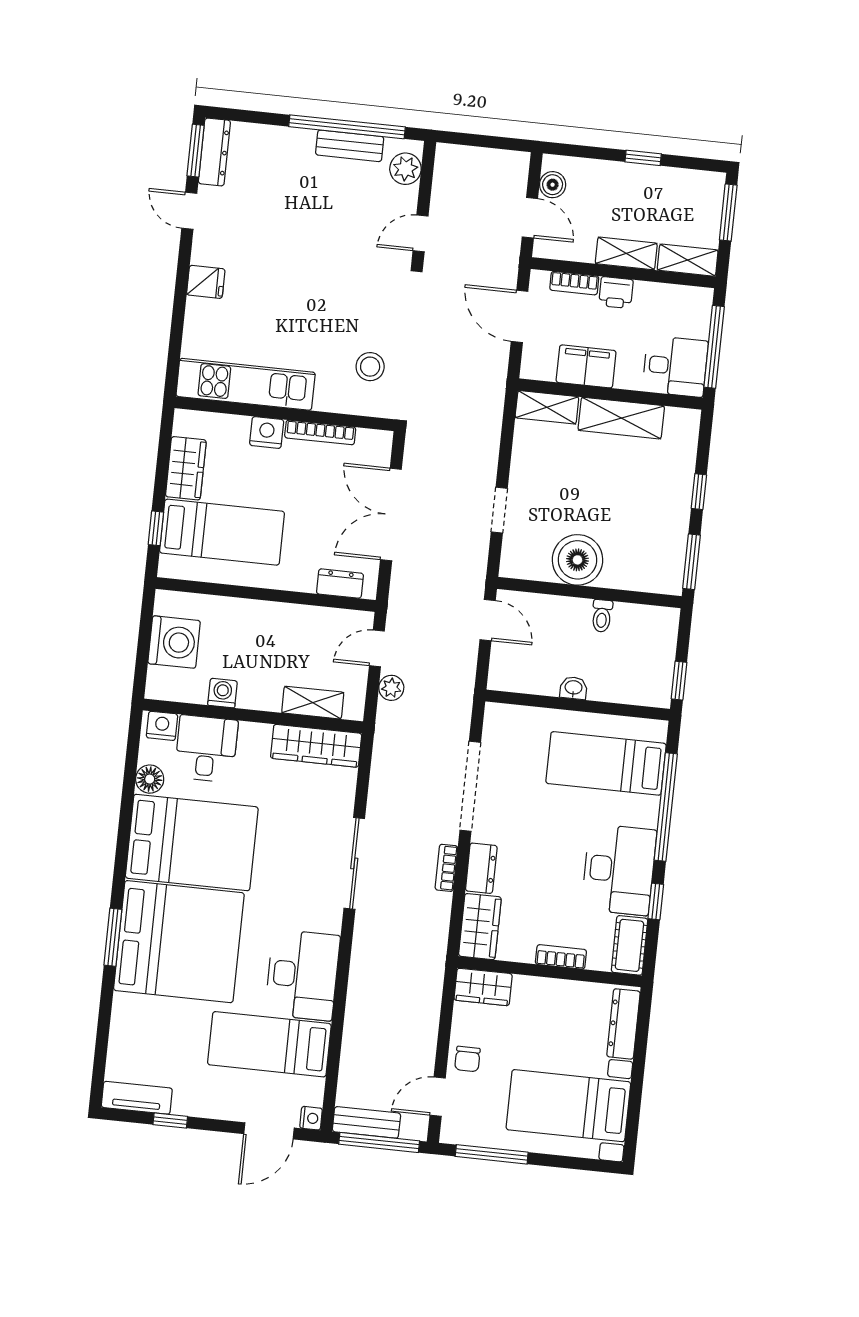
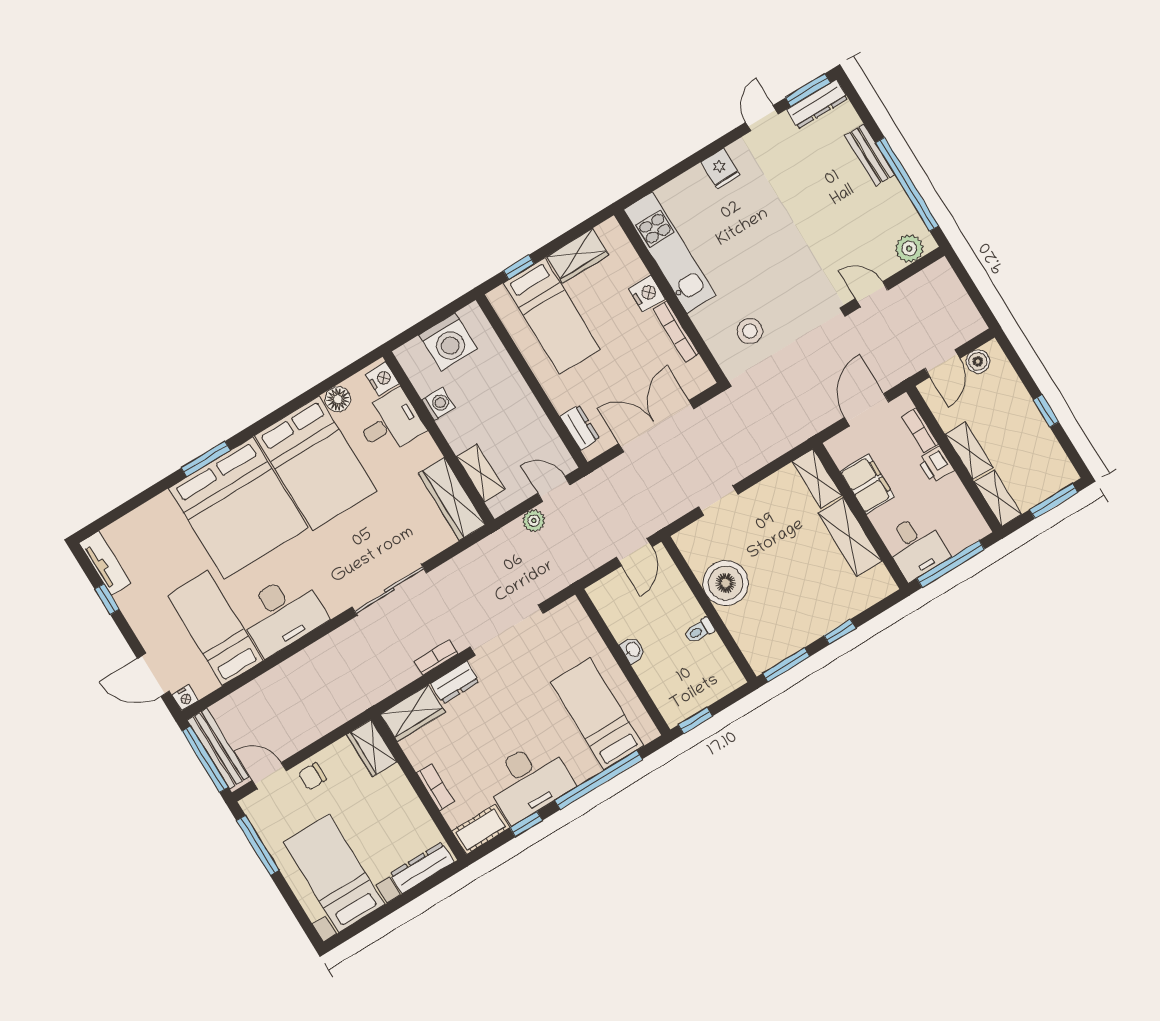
bench: (350, 146) -> (870, 155), moved
bench: (366, 1122) -> (218, 748), width x1.36

